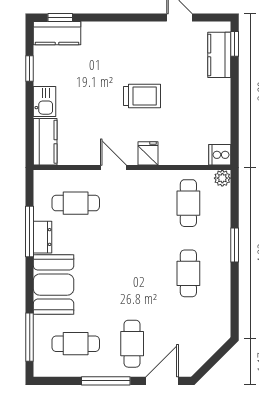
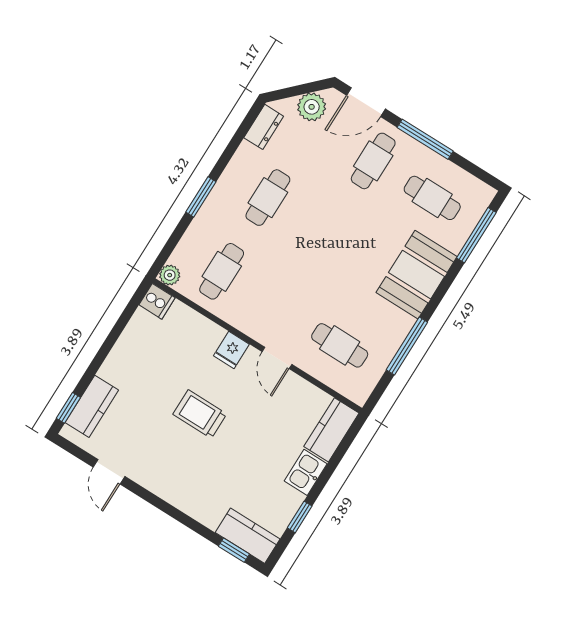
dresser: (42, 237) -> (264, 127), moved, turned 180
plant: (197, 354) -> (312, 107), added

